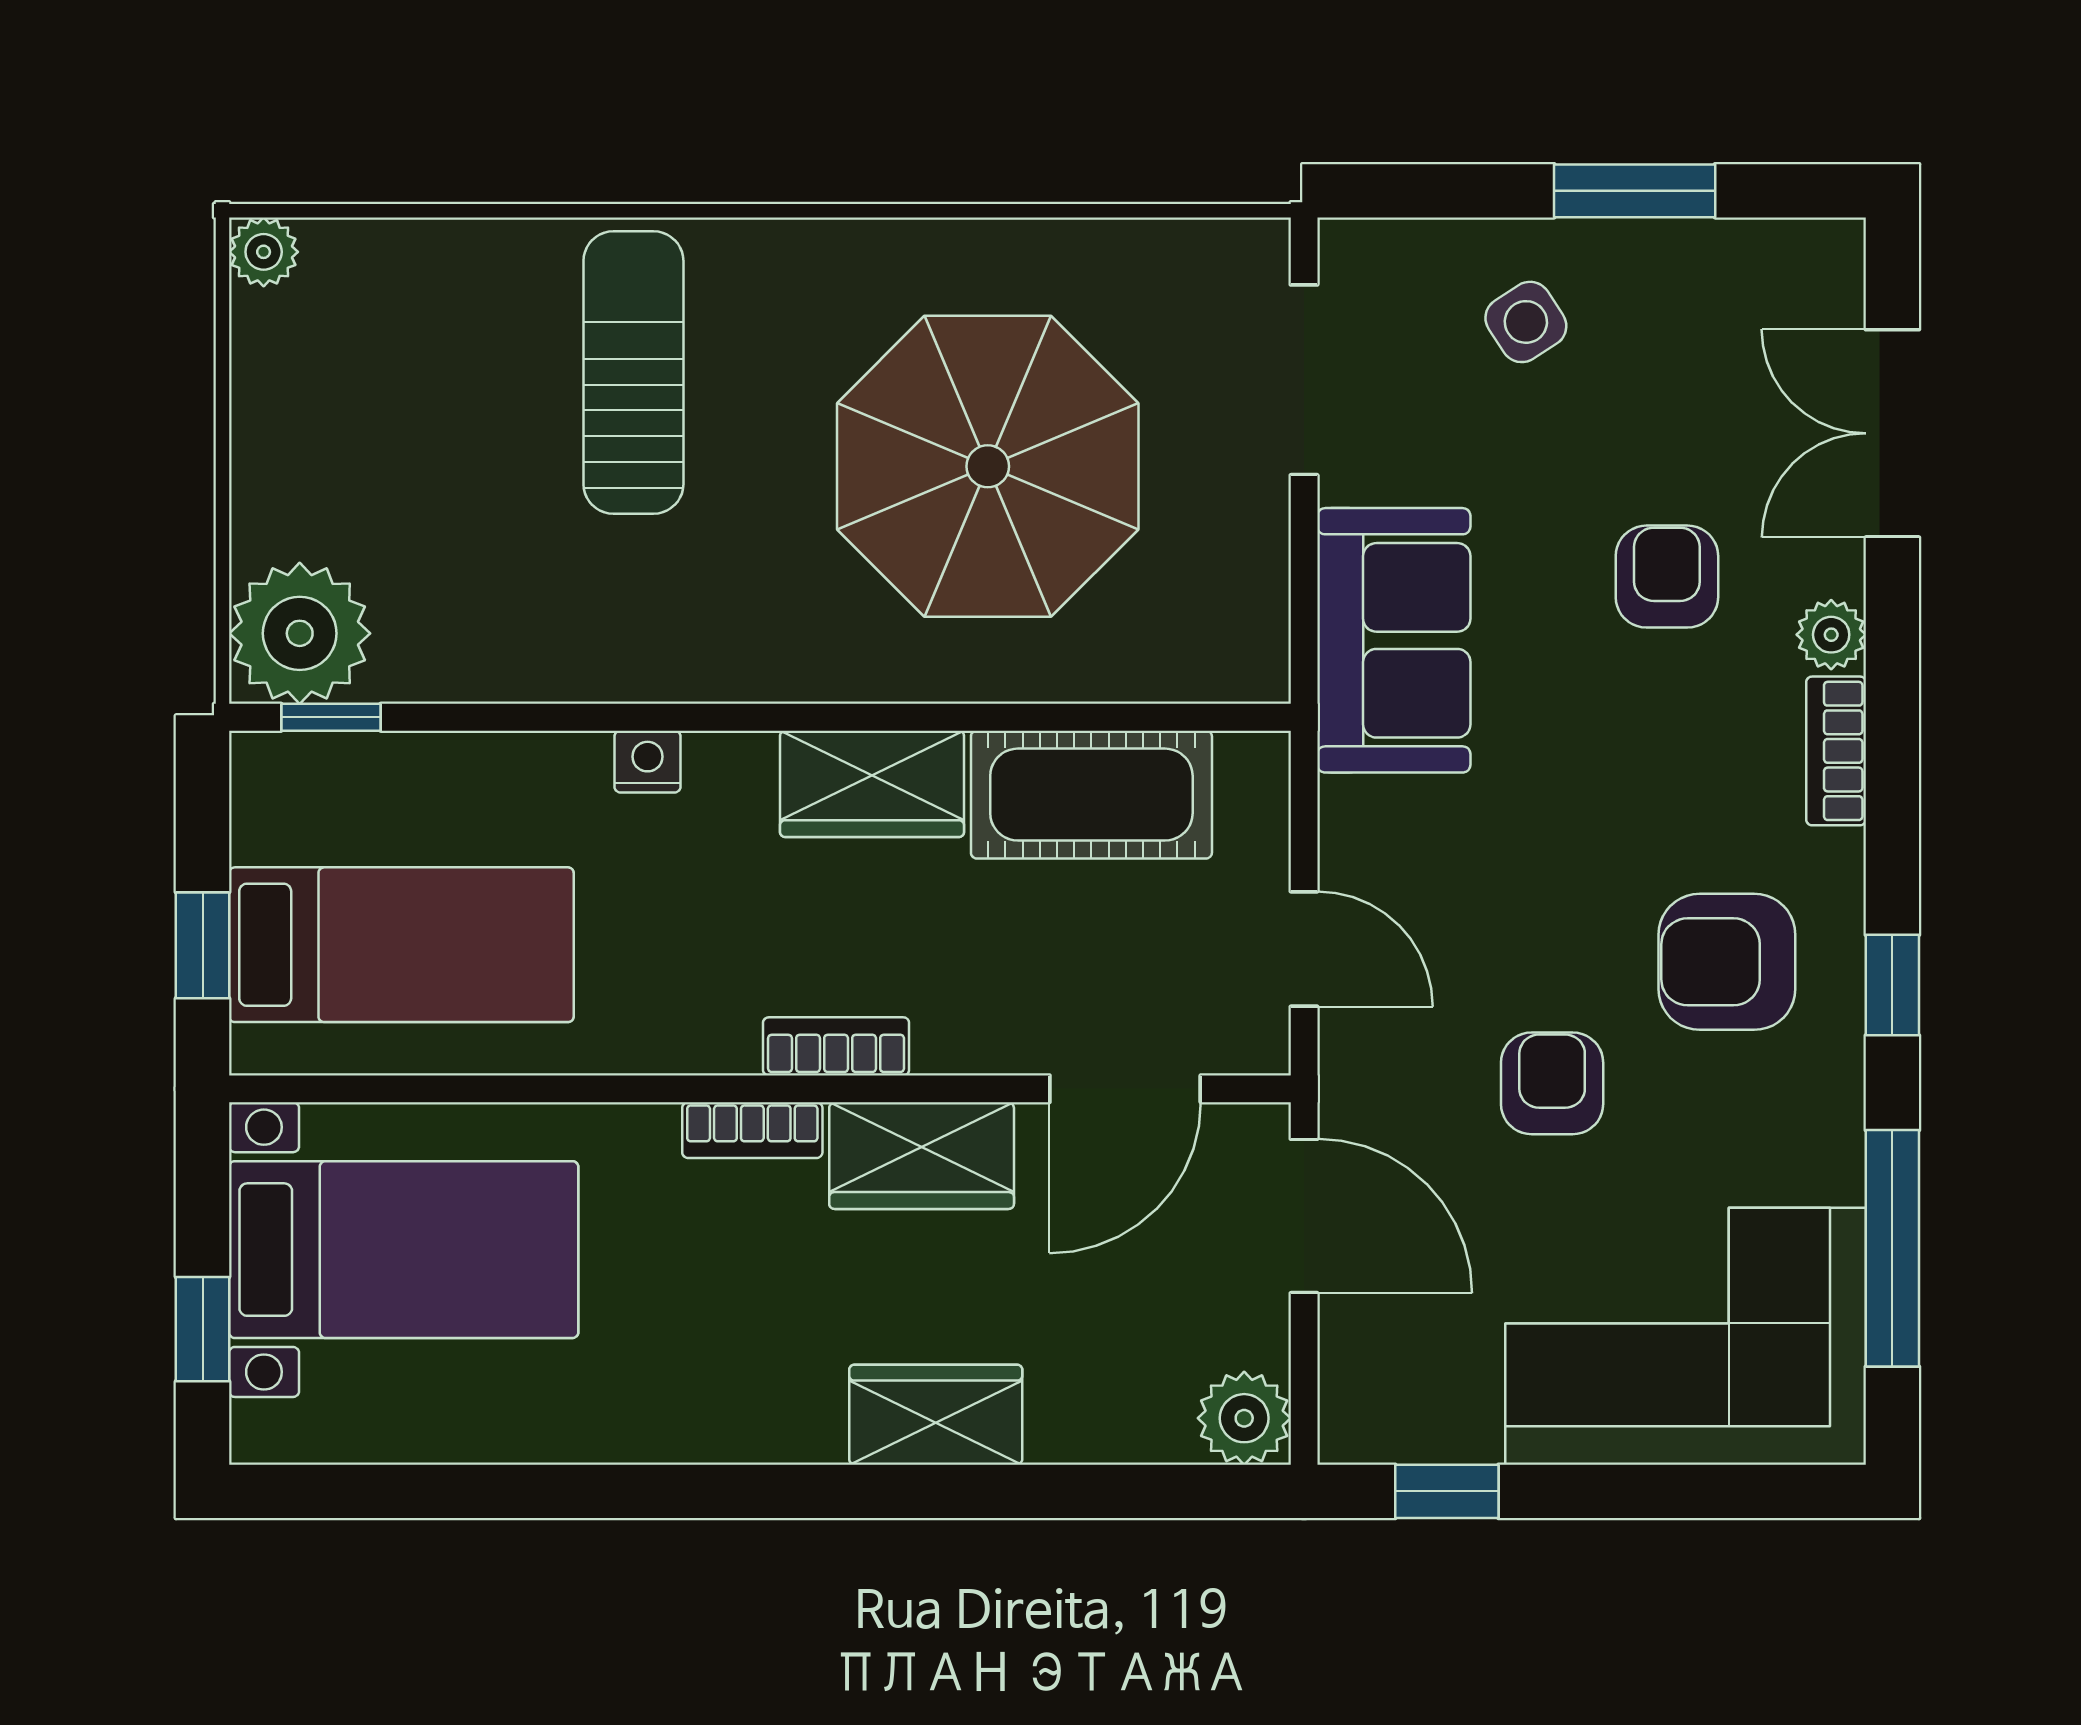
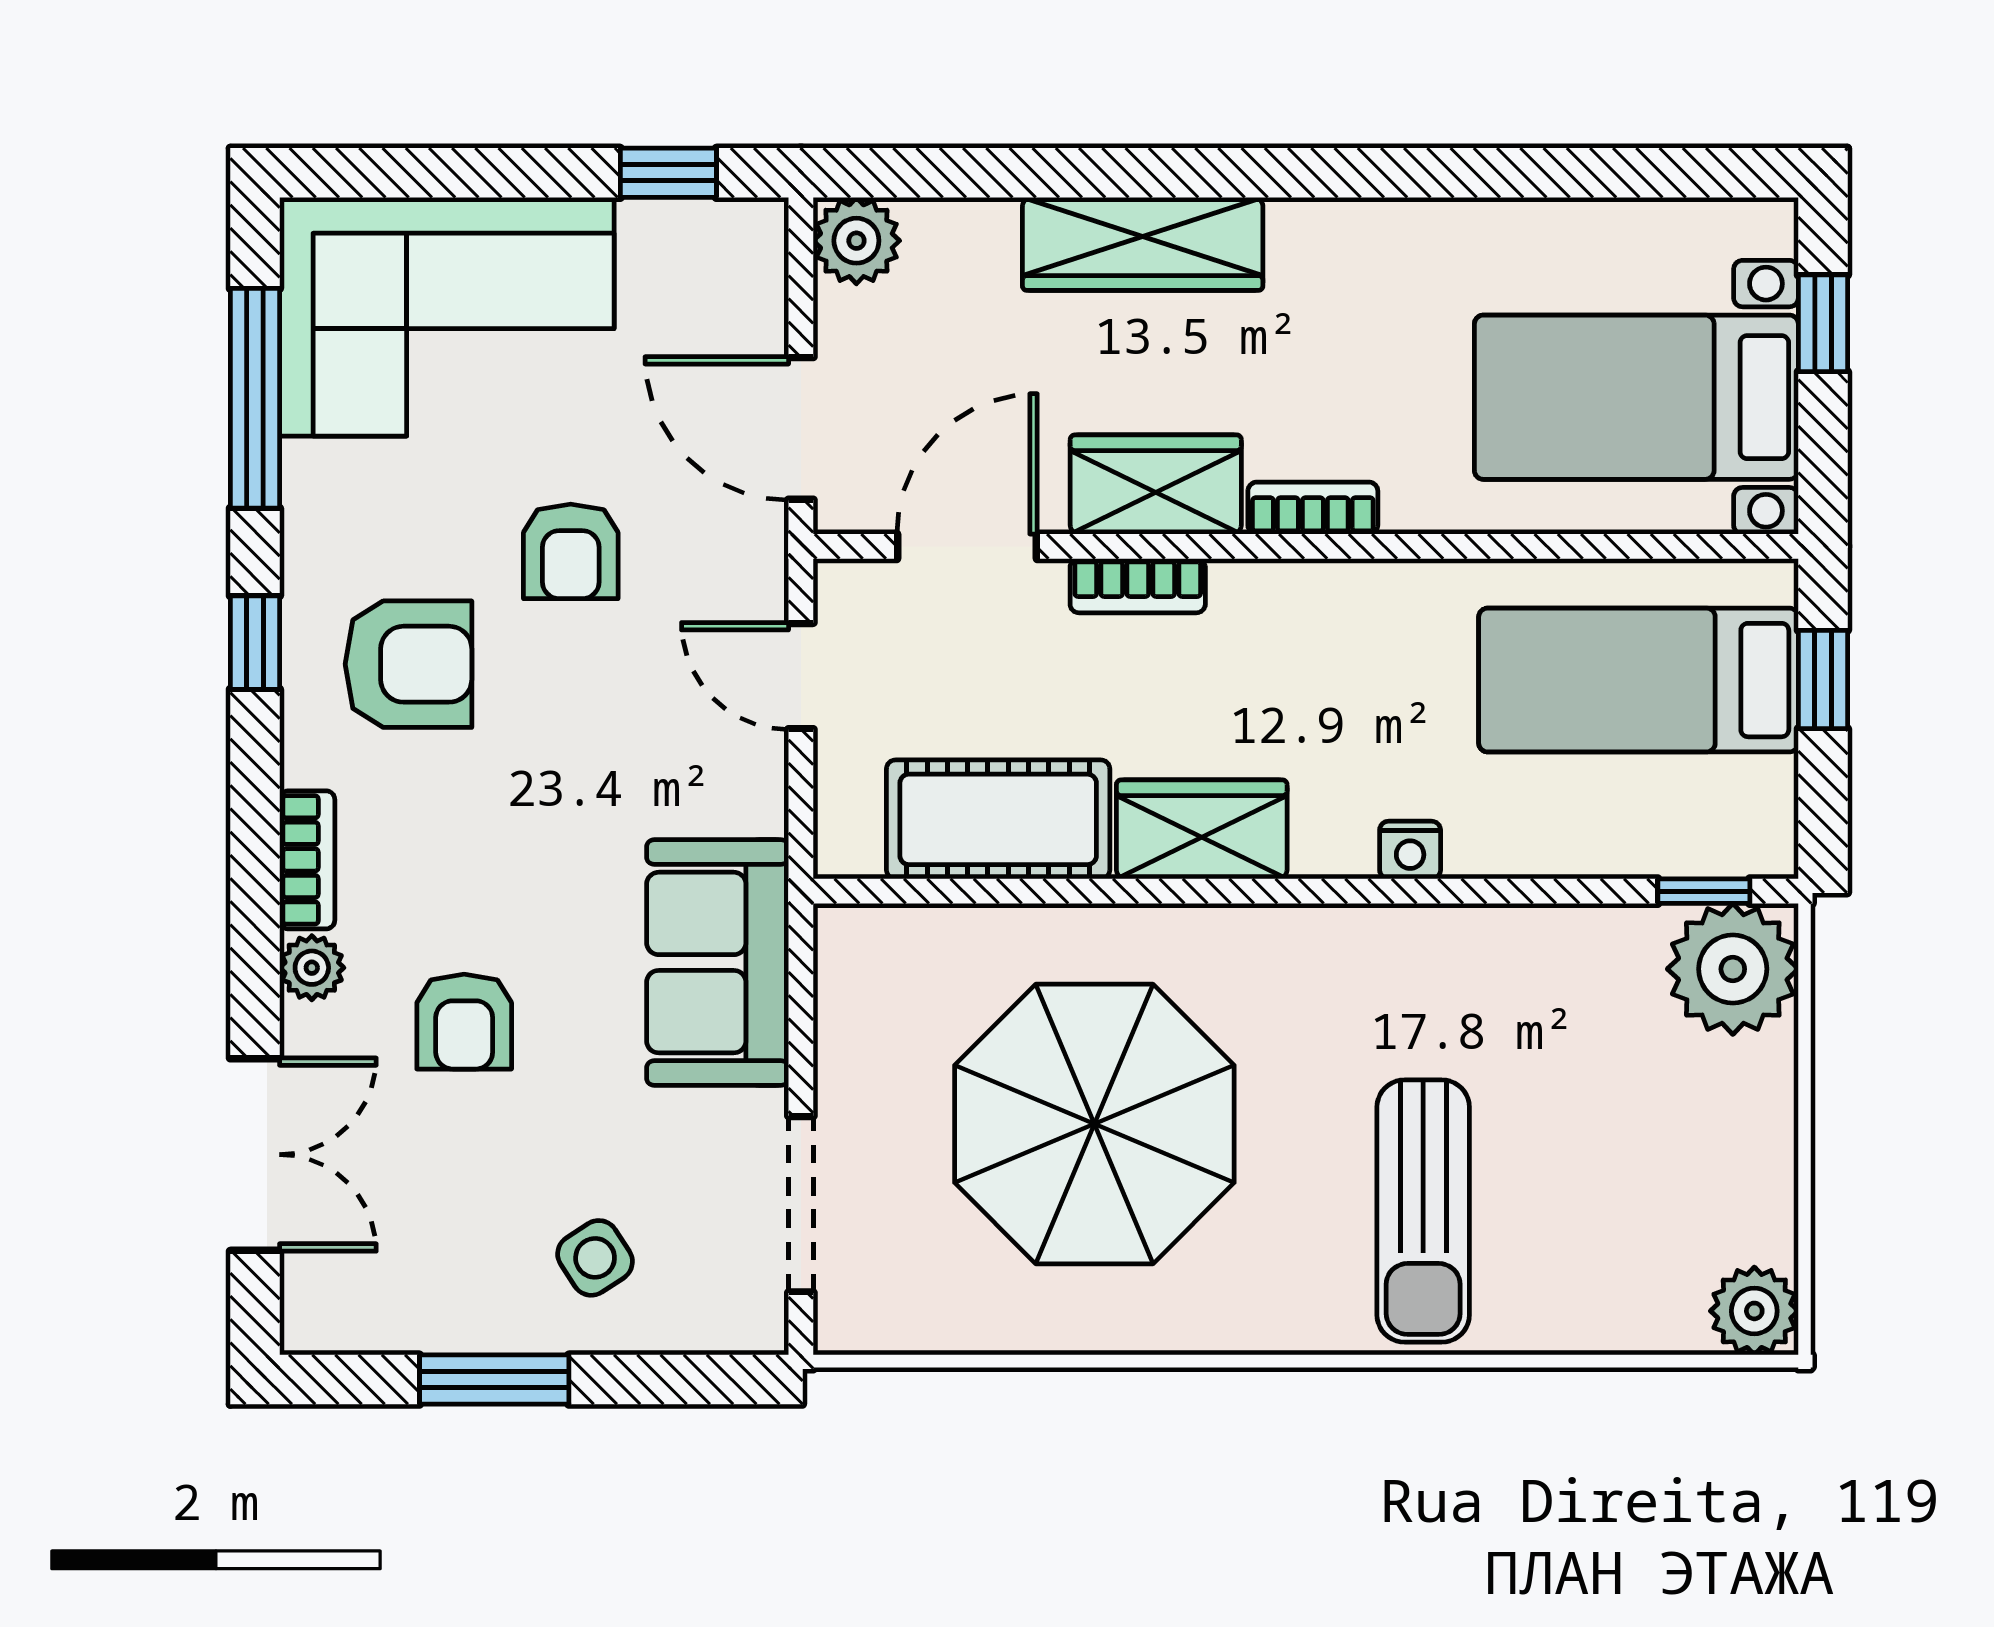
plant: (264, 252) -> (1754, 1311), width x1.38, depth x1.38
bookcase: (836, 1046) -> (1138, 586), moved
wardrobe: (936, 1415) -> (1143, 244), width x1.50

